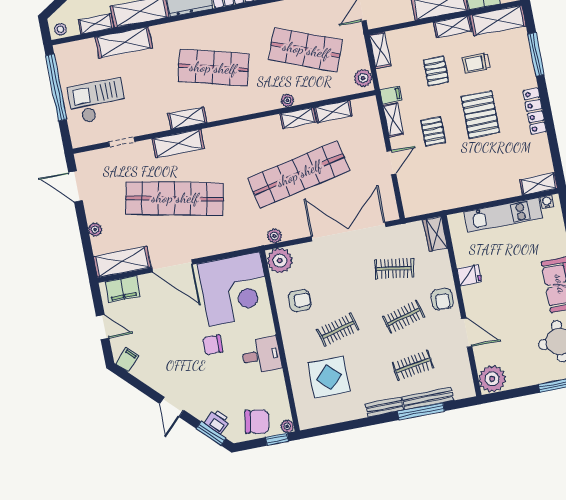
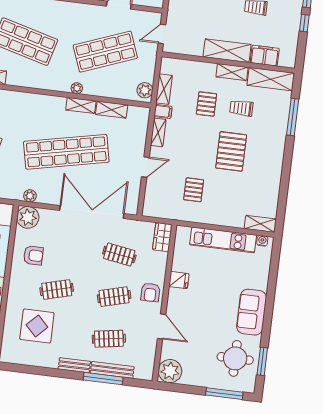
shop shelf: (306, 50) -> (105, 52), turned -42
shelving: (380, 50) -> (164, 89), moved
locker: (535, 111) -> (276, 163), removed
pallet: (433, 131) -> (194, 190), moved

